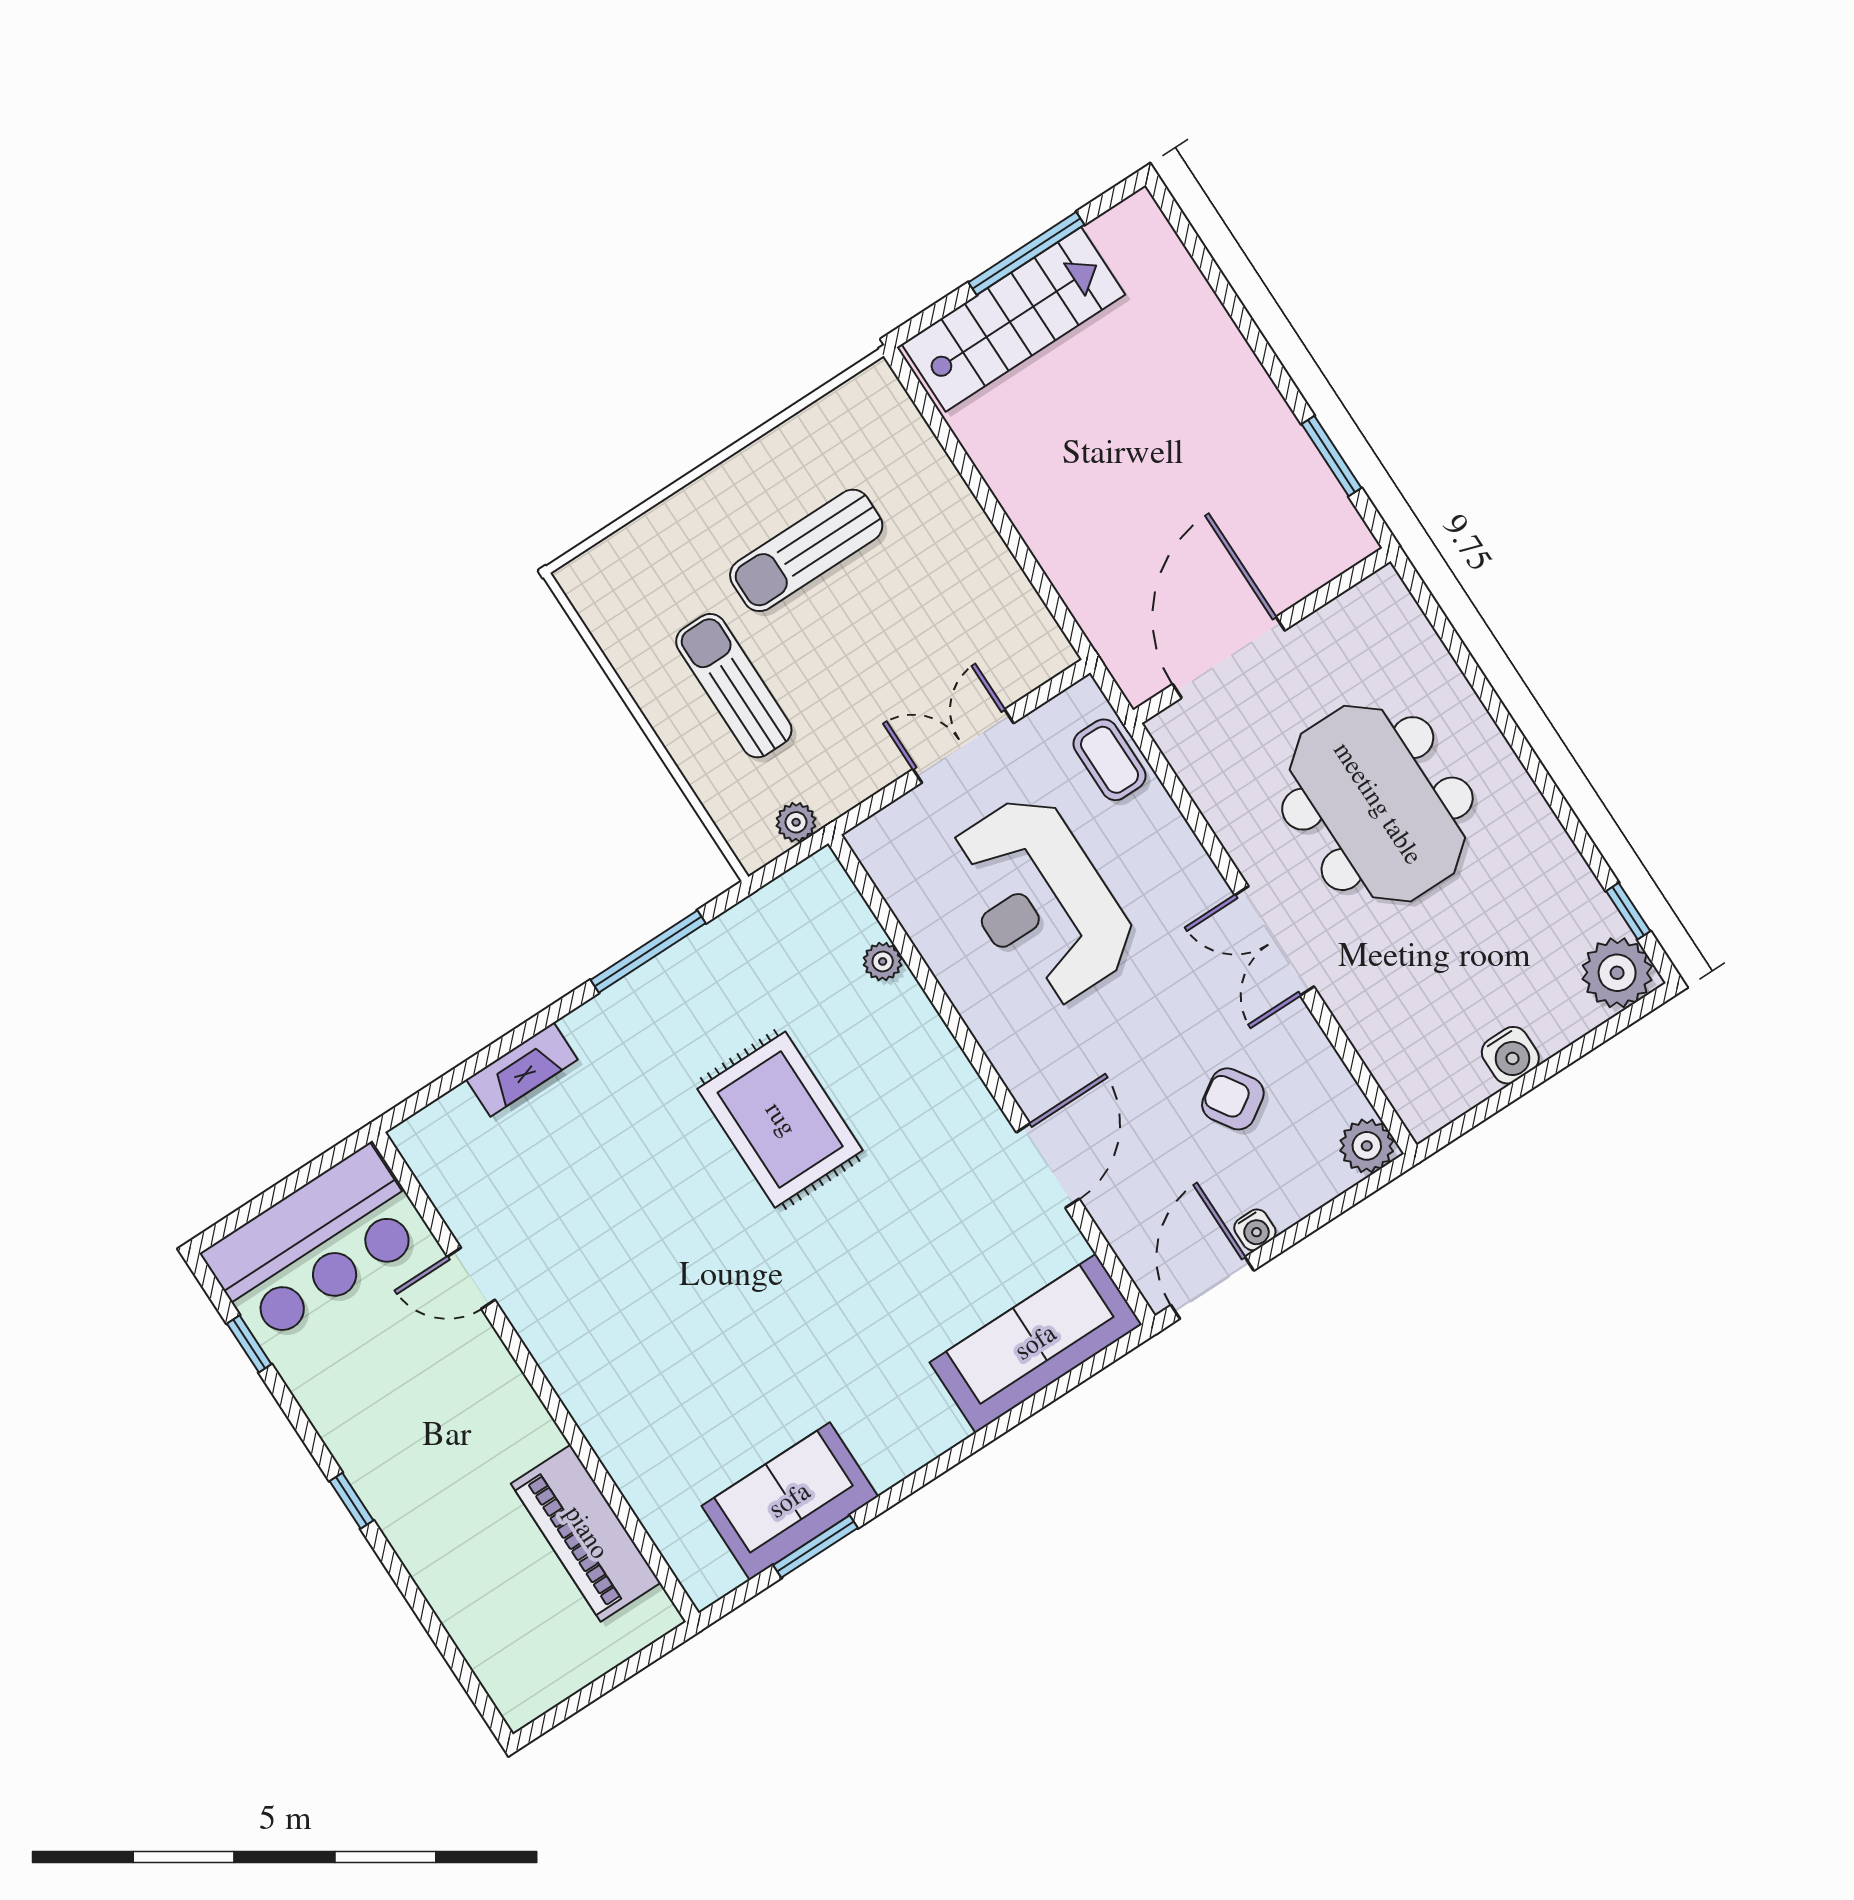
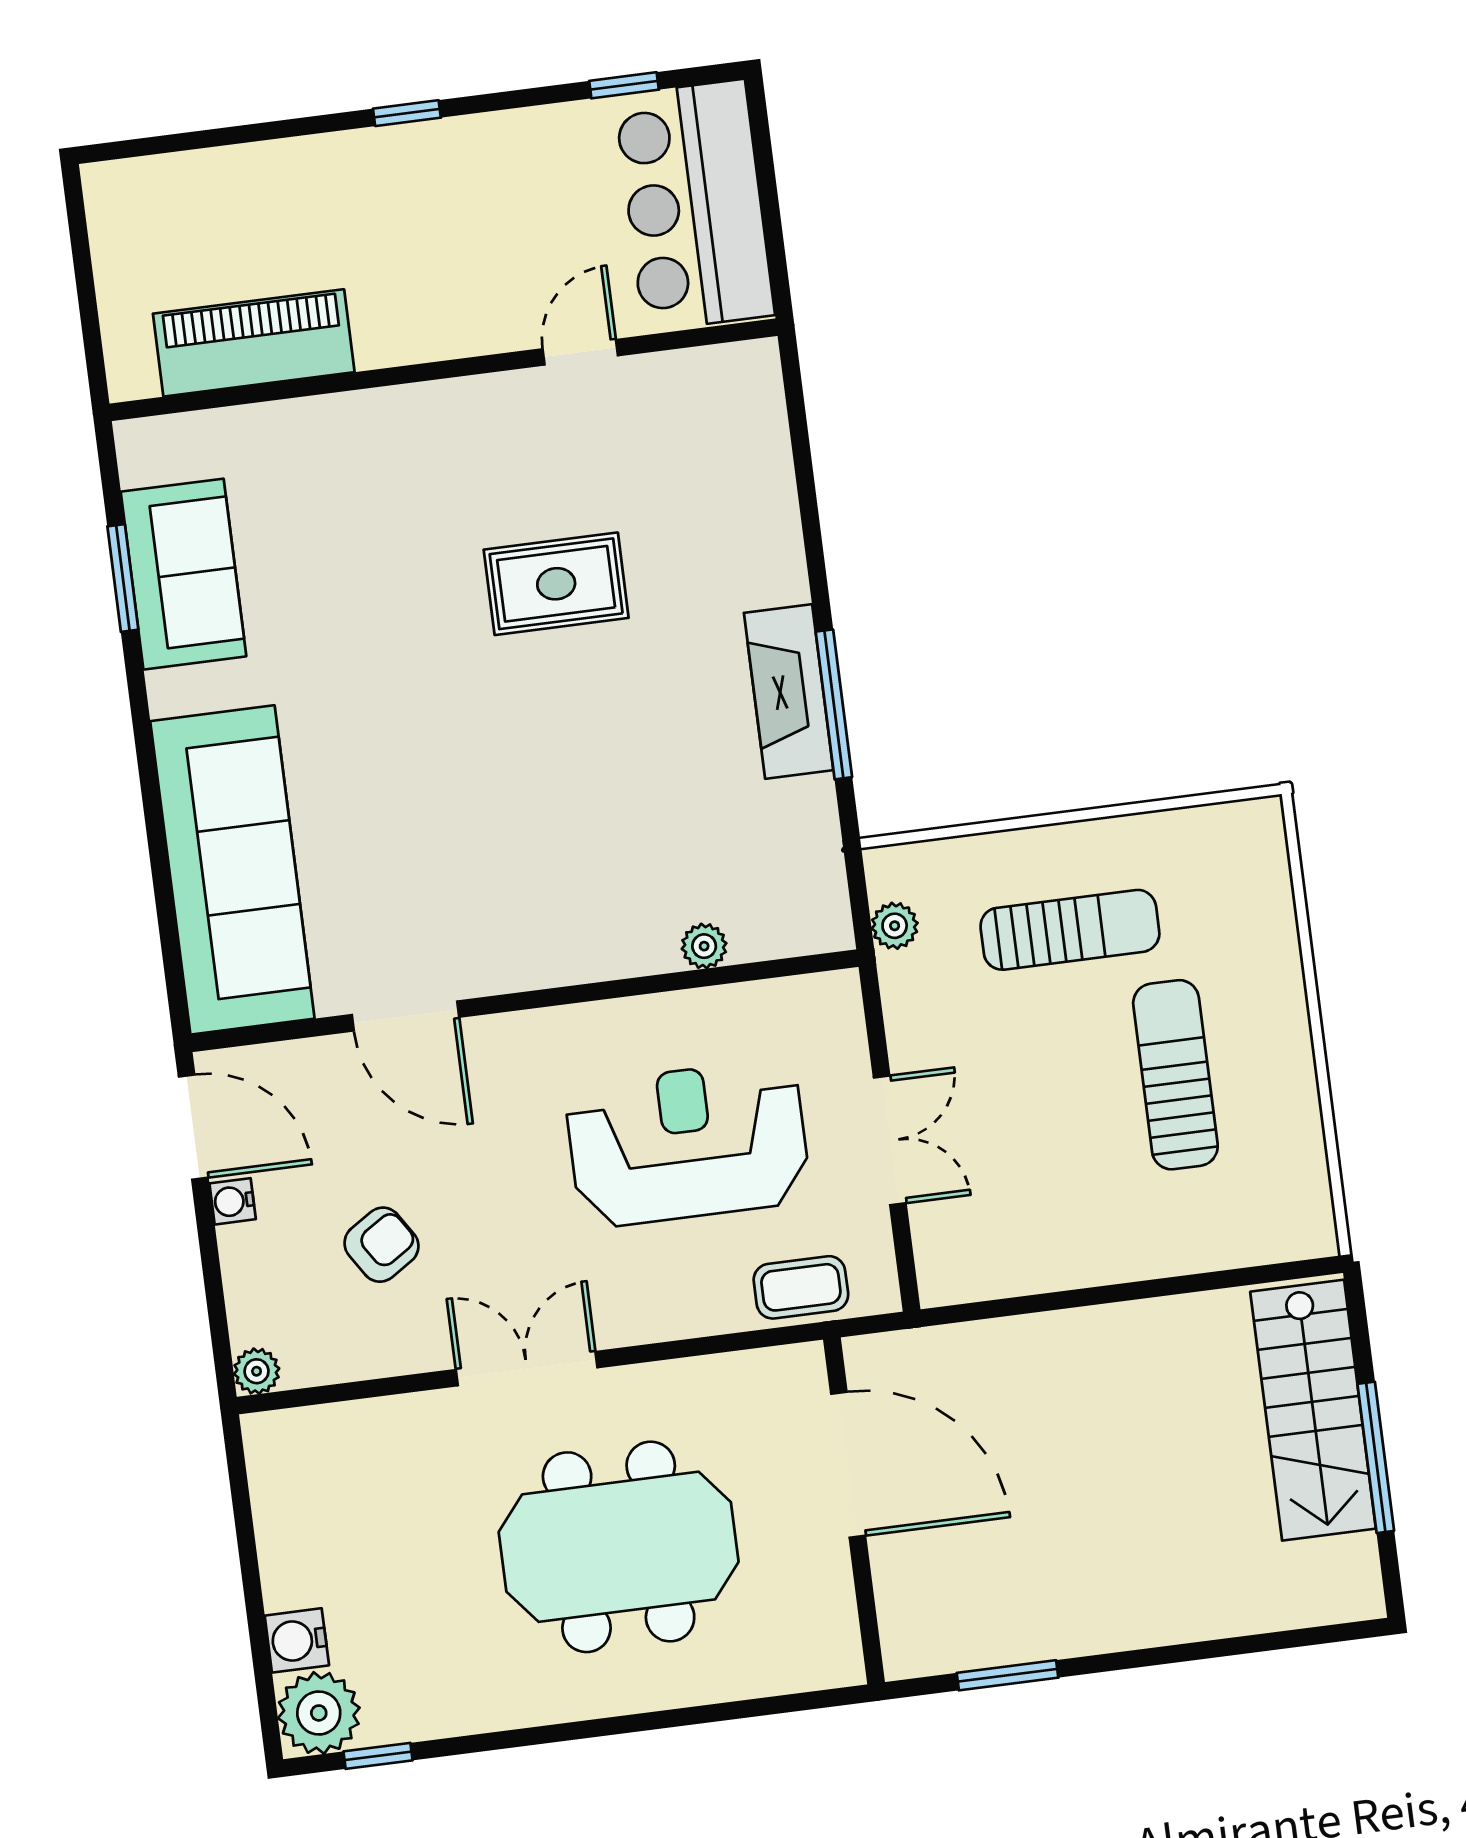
water cooler: (1510, 1055) -> (297, 1640), moved
fireplace: (522, 1069) -> (789, 691), moved, width x1.37, depth x1.32
rug: (780, 1120) -> (556, 584), moved, width x0.73, depth x0.70
plant: (1367, 1146) -> (257, 1371), width x0.73, depth x0.73
sofa: (1036, 1343) -> (232, 870), width x1.36, depth x1.27

